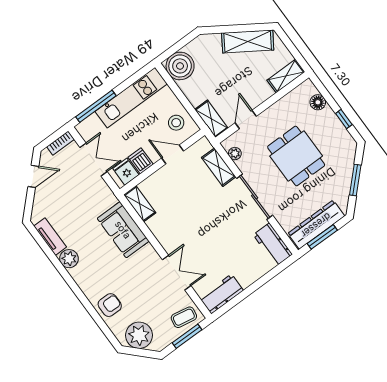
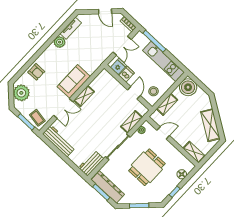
shelving: (211, 119) -> (167, 104), moved
shelving: (140, 204) -> (84, 96), moved
sofa: (123, 230) -> (74, 81), moved
workbench: (221, 294) -> (59, 141), width x1.38

